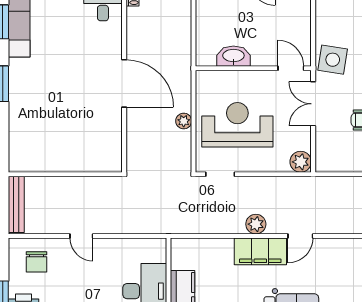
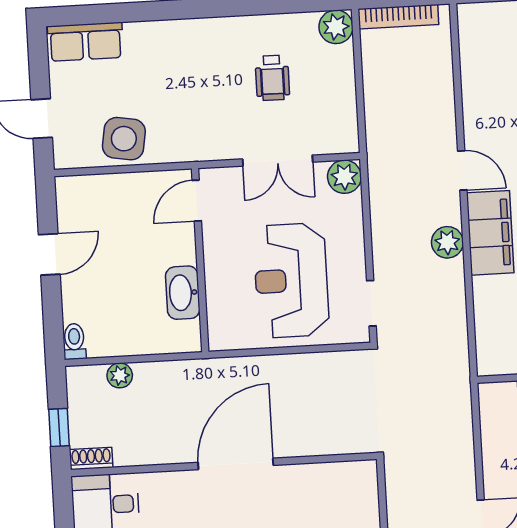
side table: (333, 60) -> (124, 139), moved
double door: (313, 104) -> (278, 161), moved
plant: (184, 121) -> (120, 375), moved

